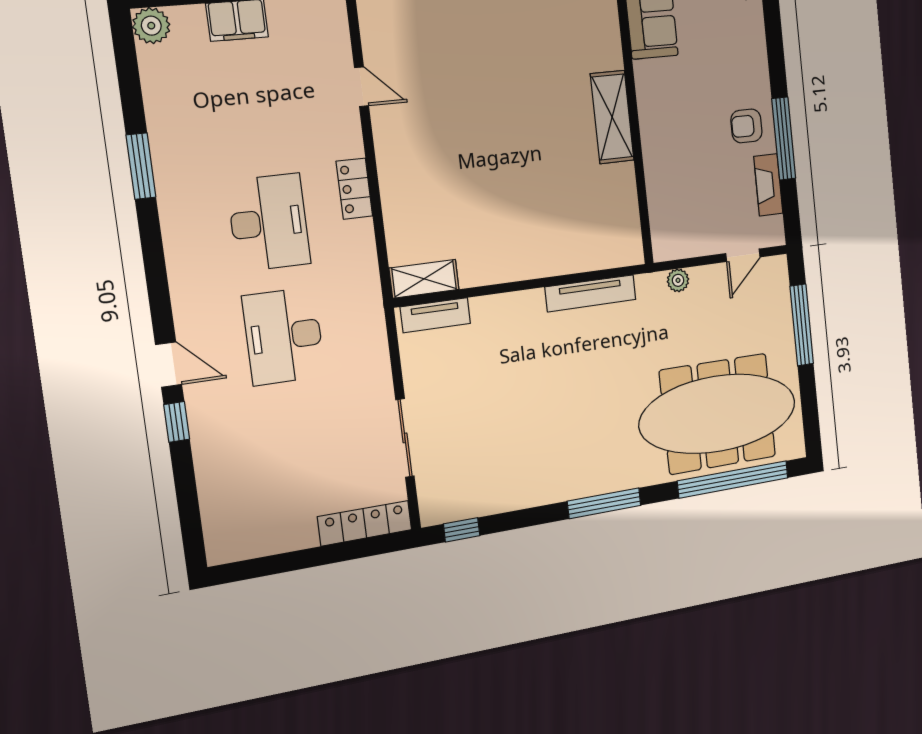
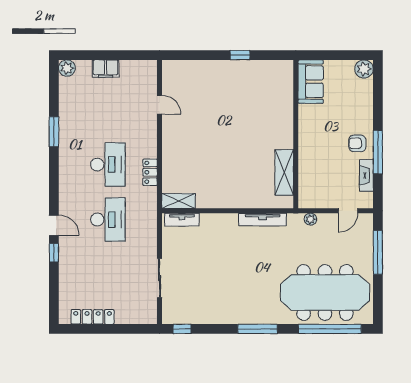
shelving: (612, 117) -> (284, 172), moved
locker: (354, 189) -> (150, 172), moved
desk: (284, 336) -> (108, 219), turned 180
locker: (365, 523) -> (93, 317), moved

